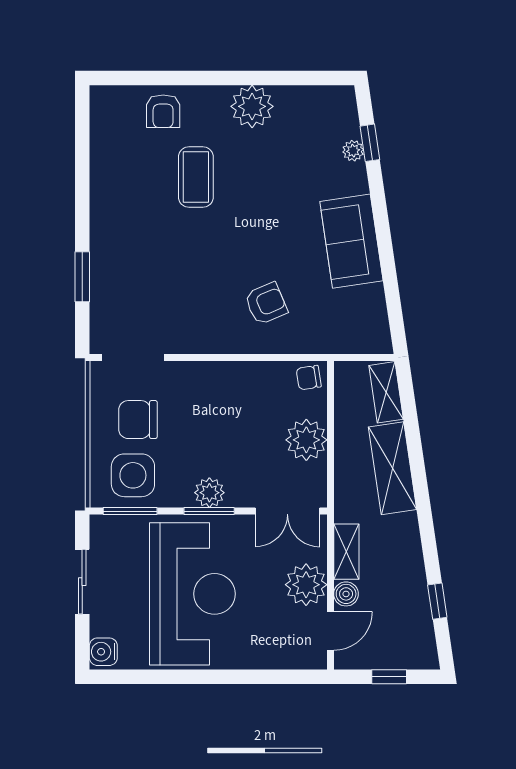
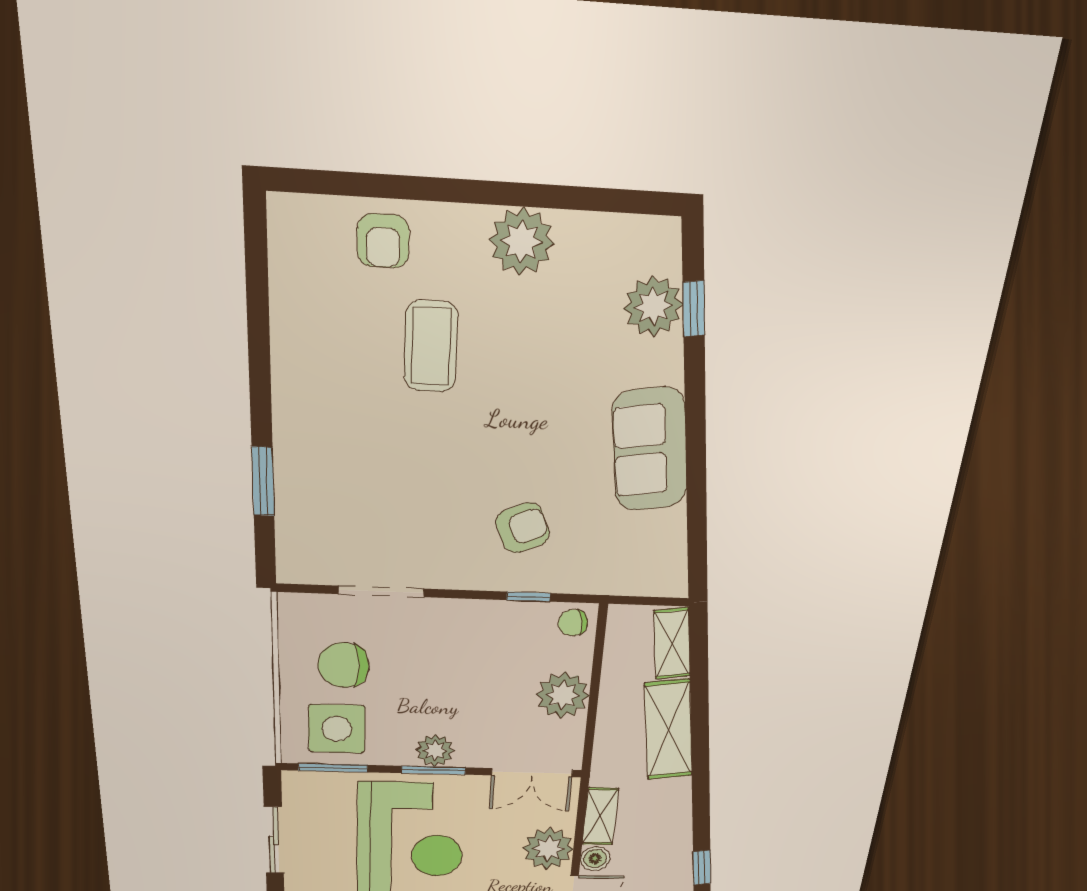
plant: (353, 151) -> (653, 306), width x1.88, depth x1.88
doorway: (133, 358) -> (381, 591), moved
window: (274, 358) -> (529, 597), added

